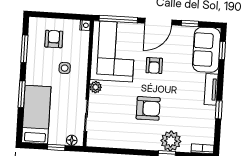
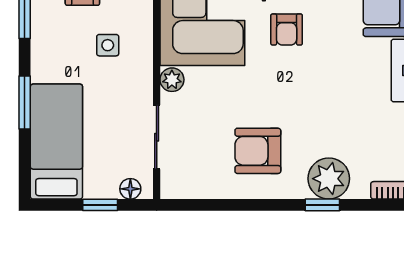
armchair: (148, 108) -> (258, 151), moved, turned 180

